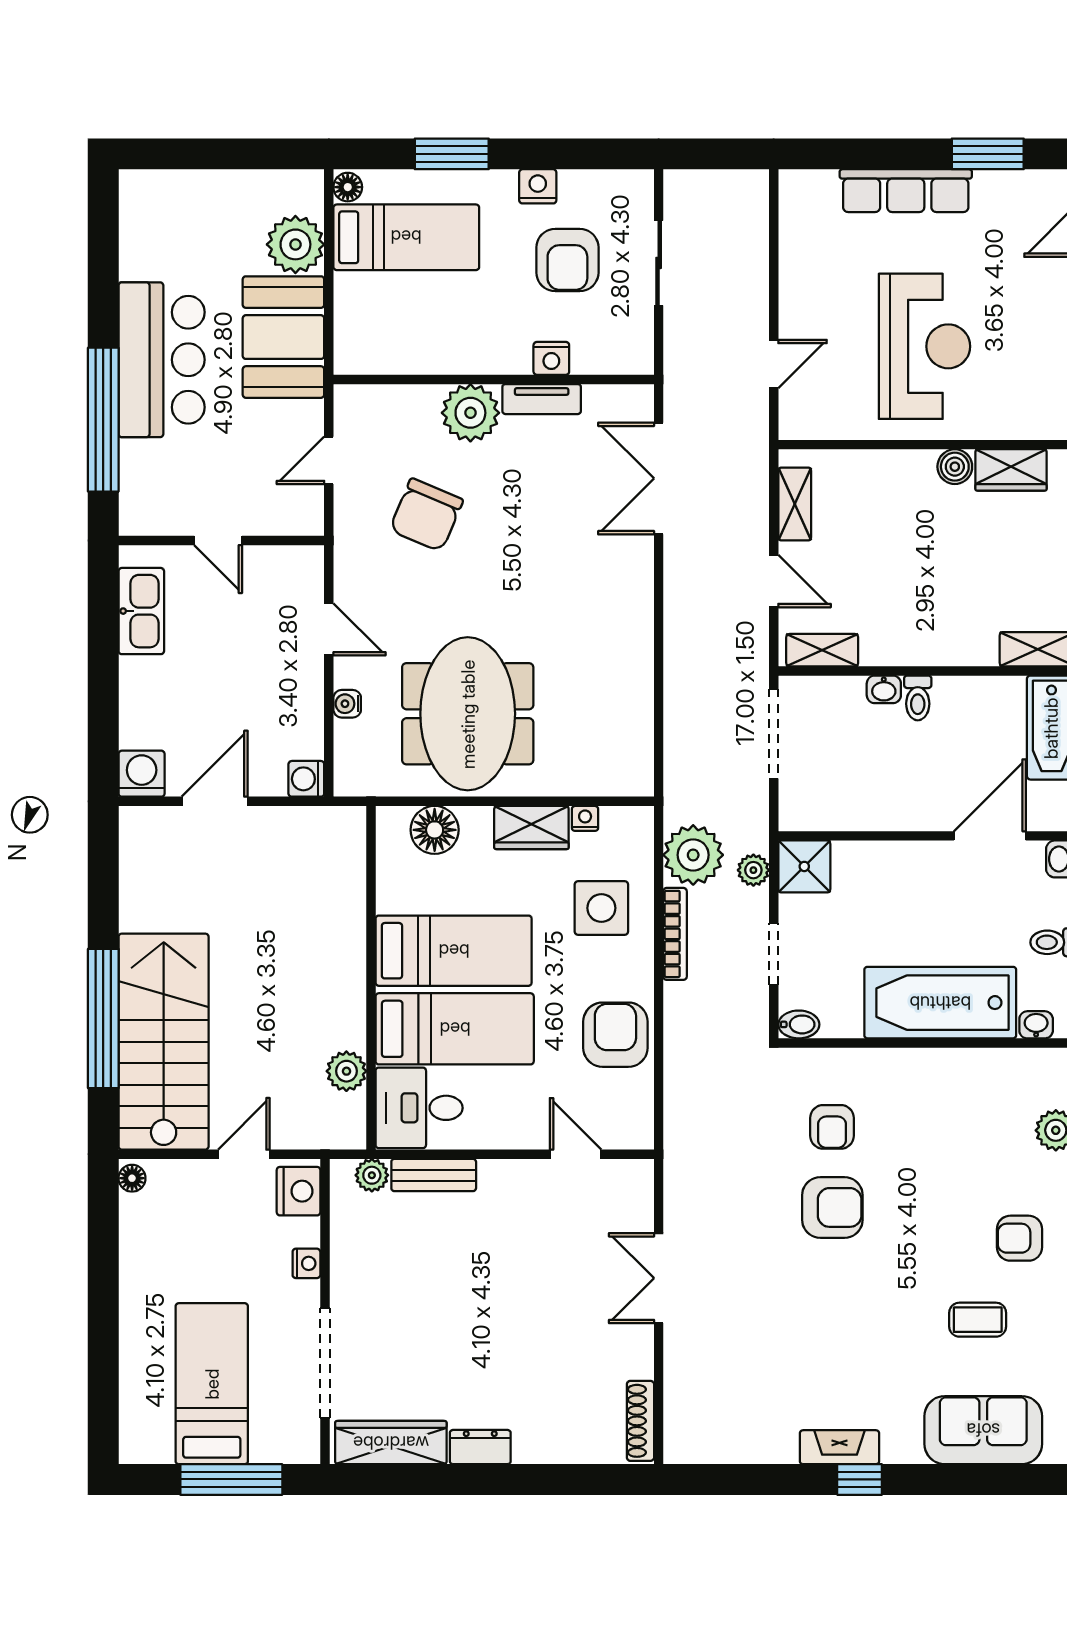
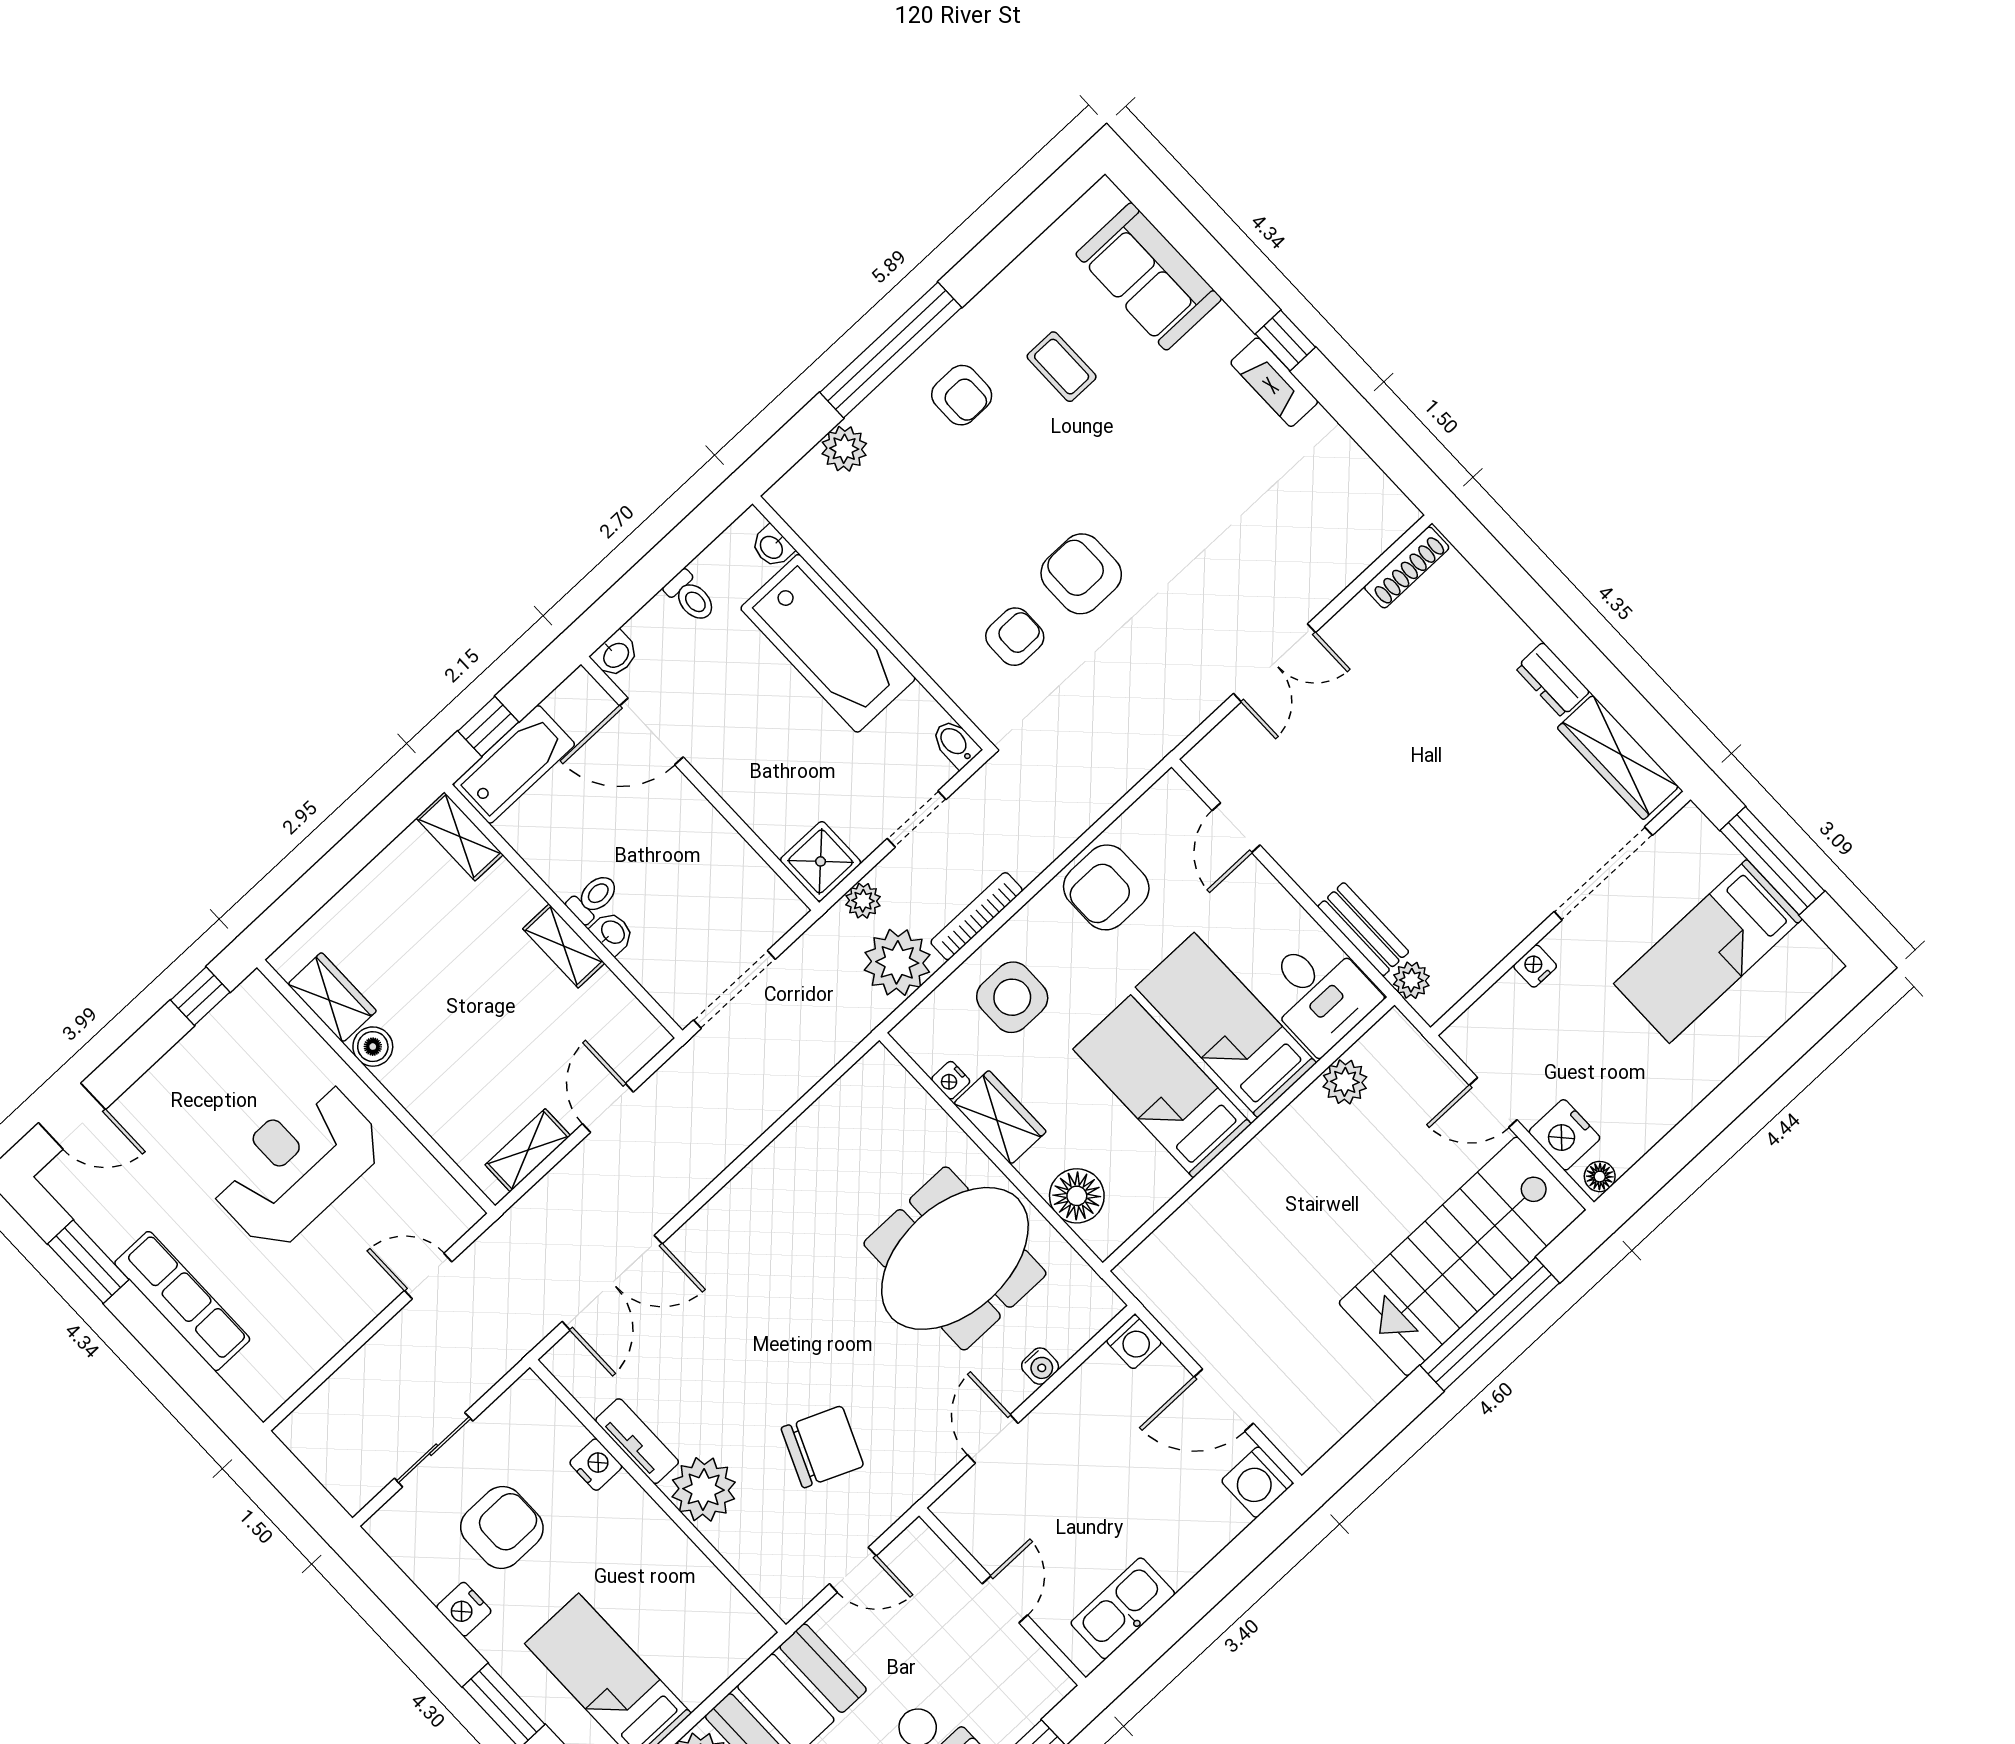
shelving: (822, 650) -> (564, 946), moved
nightstand: (299, 1191) -> (1564, 1135), moved, turned -90

